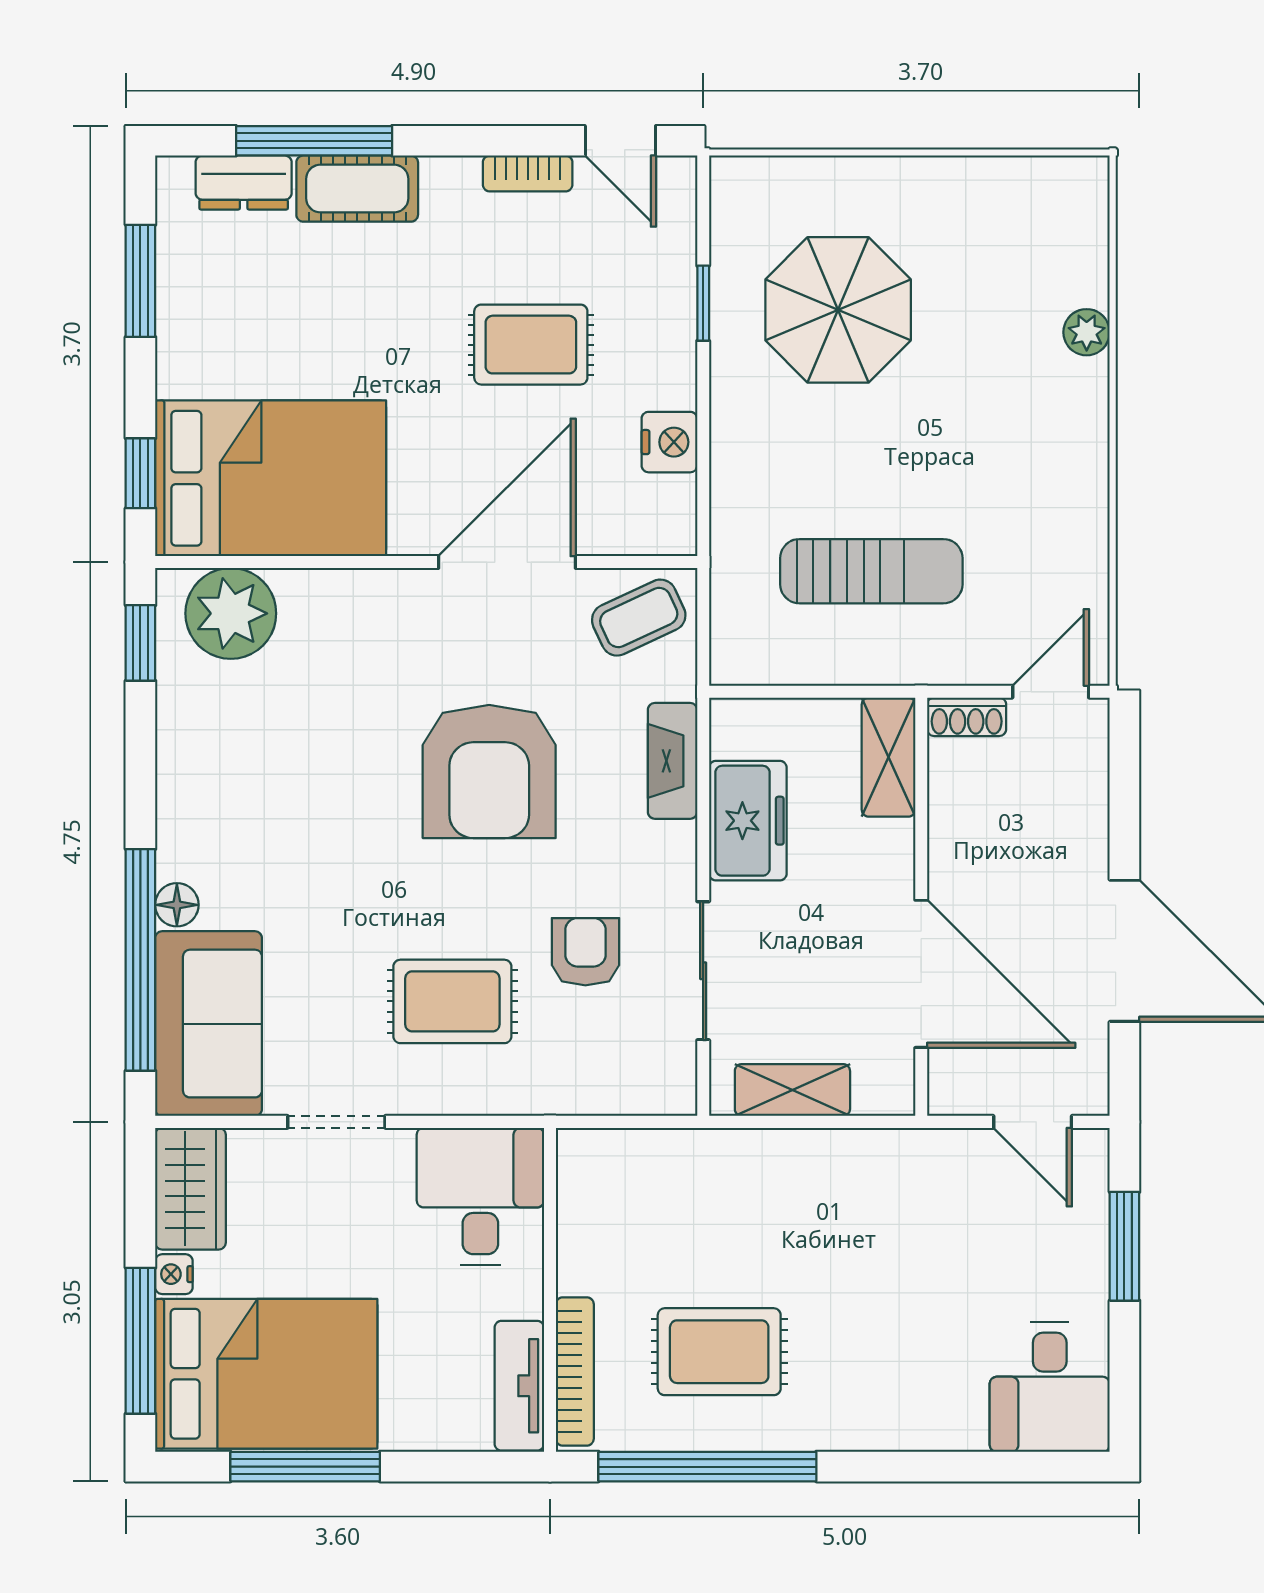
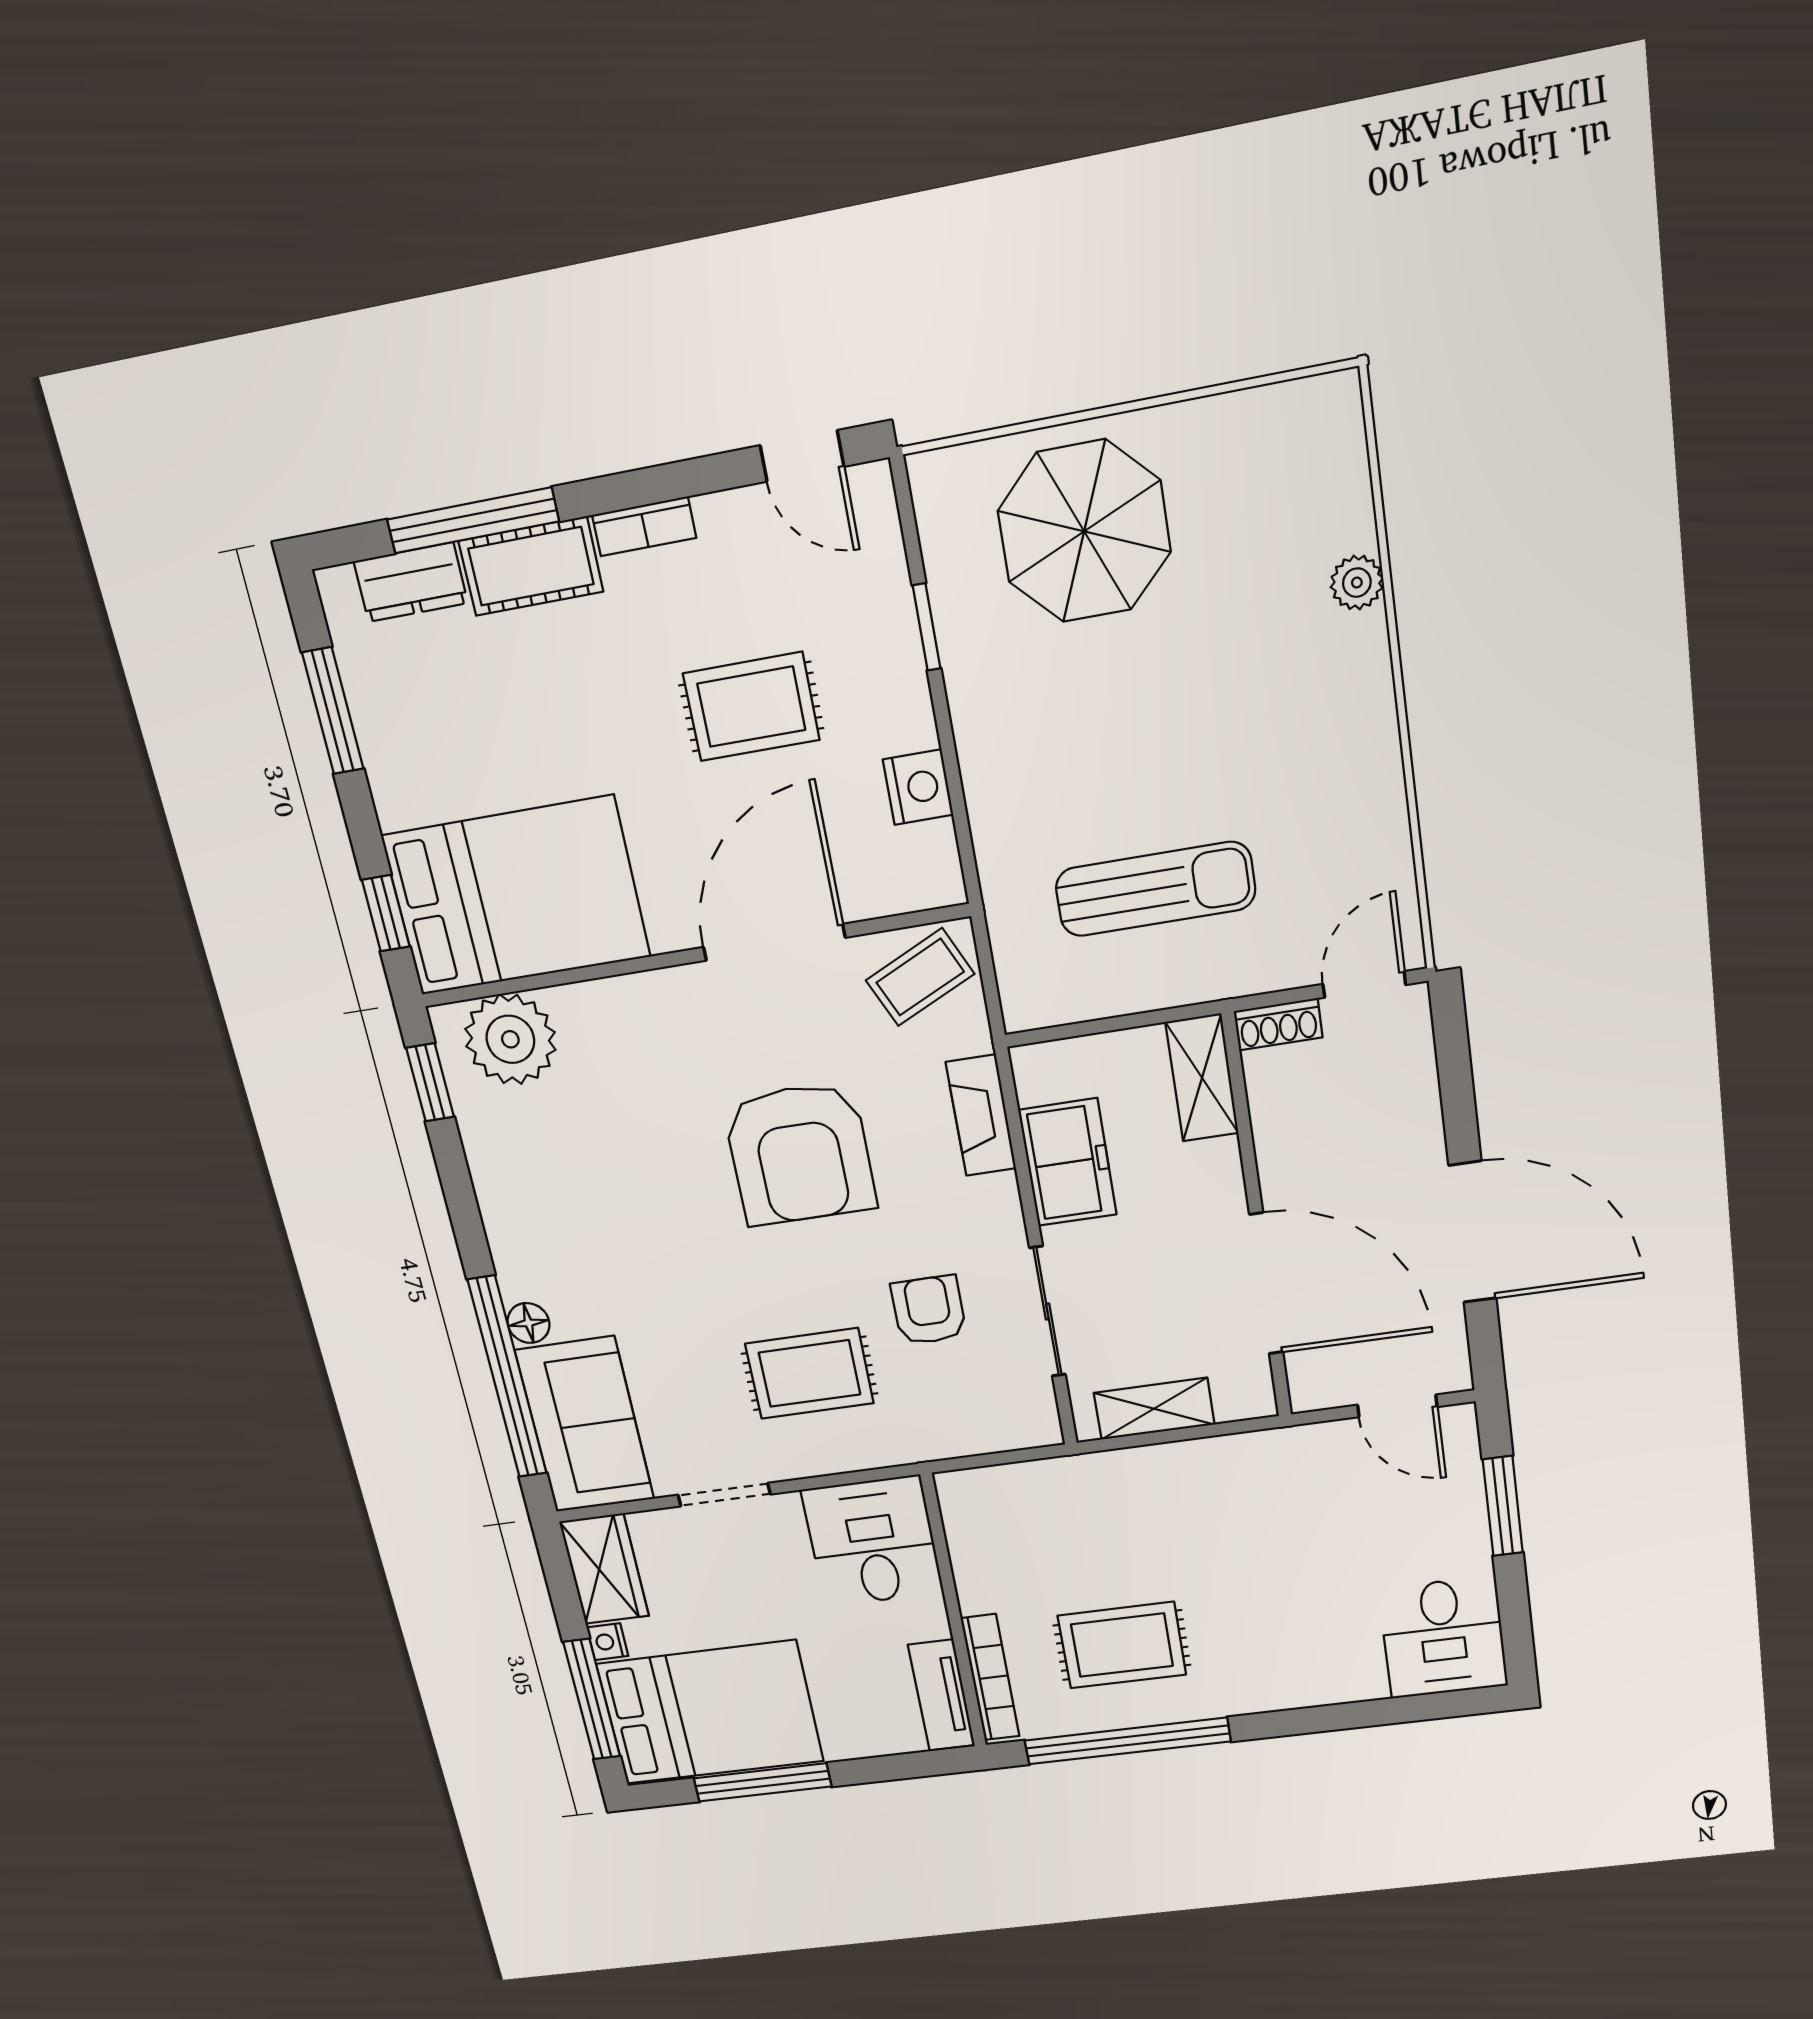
bookcase: (528, 173) -> (644, 526), moved
parasol: (838, 310) -> (1084, 531), moved

